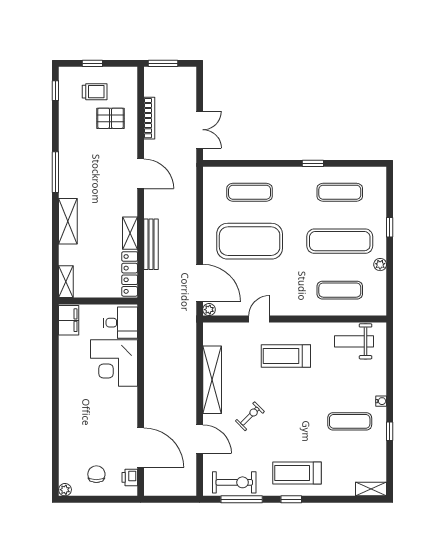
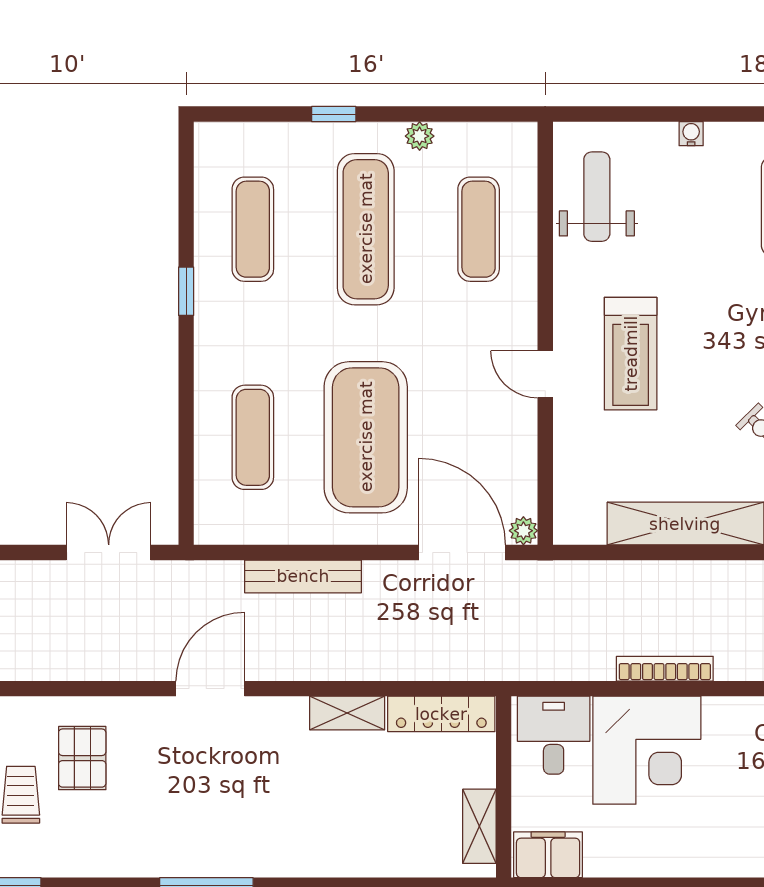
bookcase: (149, 118) -> (665, 669), moved
shelving: (68, 221) -> (320, 856), removed
bench: (151, 244) -> (303, 576), moved
shelving: (66, 282) -> (479, 826), moved, turned 90
door: (200, 283) -> (462, 553), hinge flipped
door: (259, 319) -> (545, 374), moved
weight bench: (354, 341) -> (597, 197), turned 180
water cooler: (381, 401) -> (691, 134), moved

